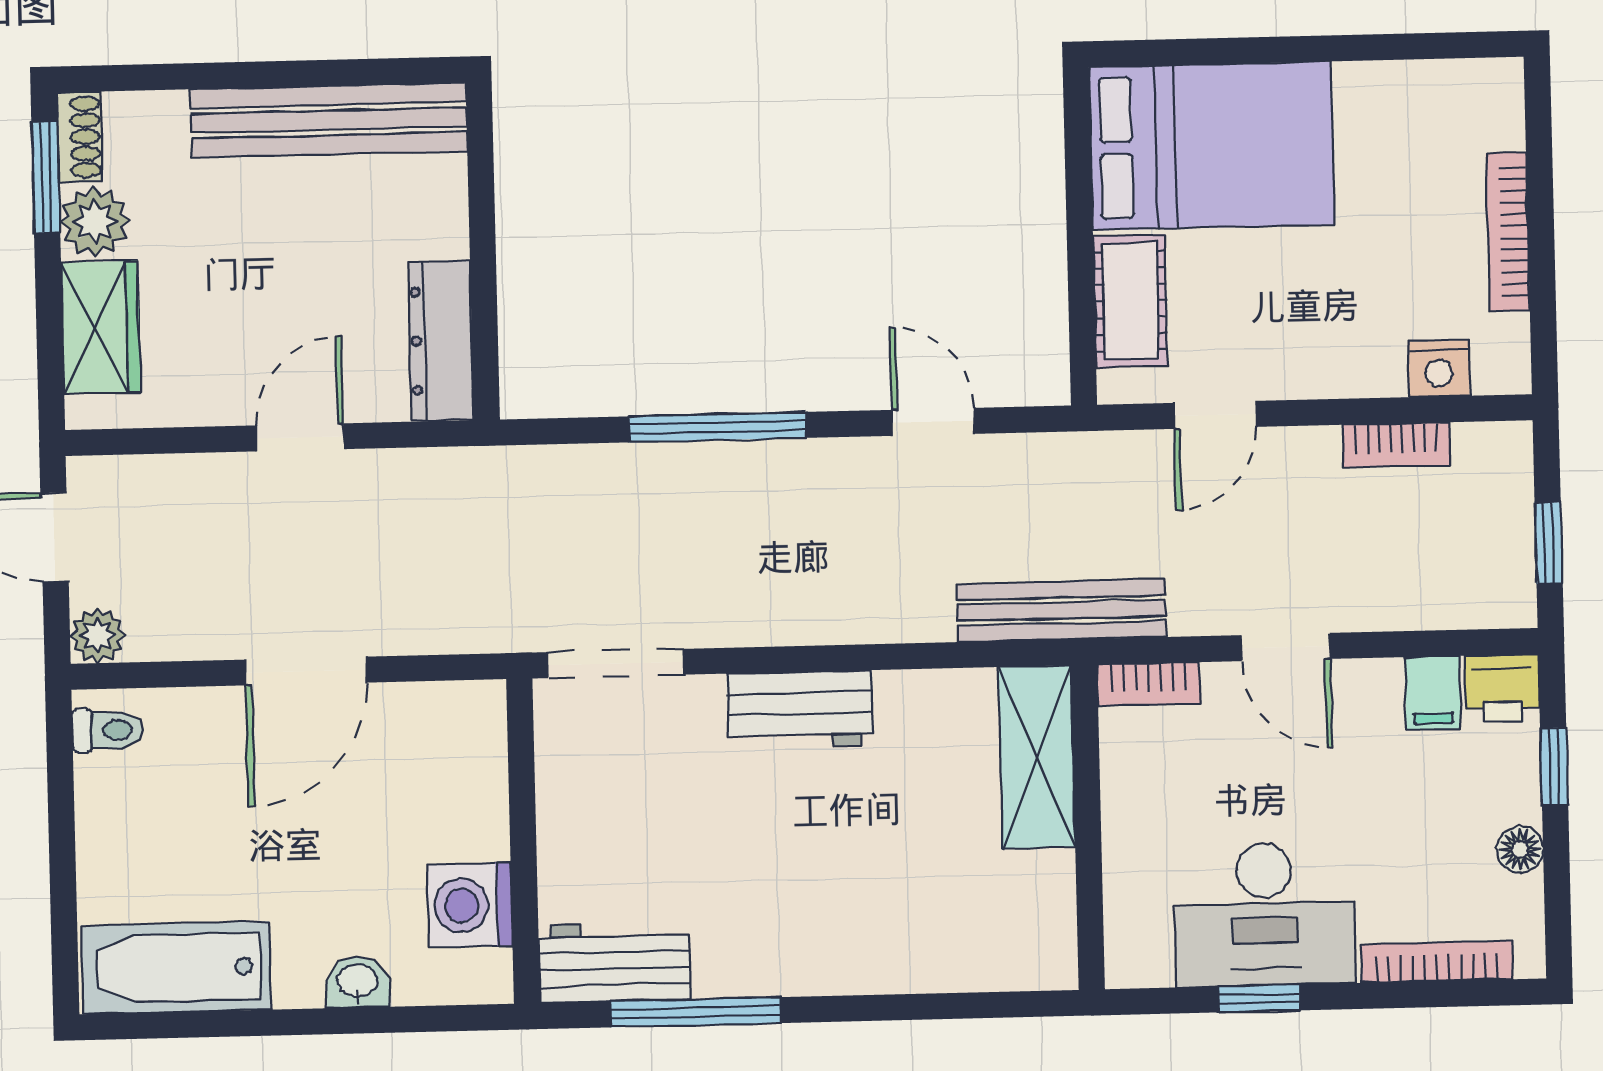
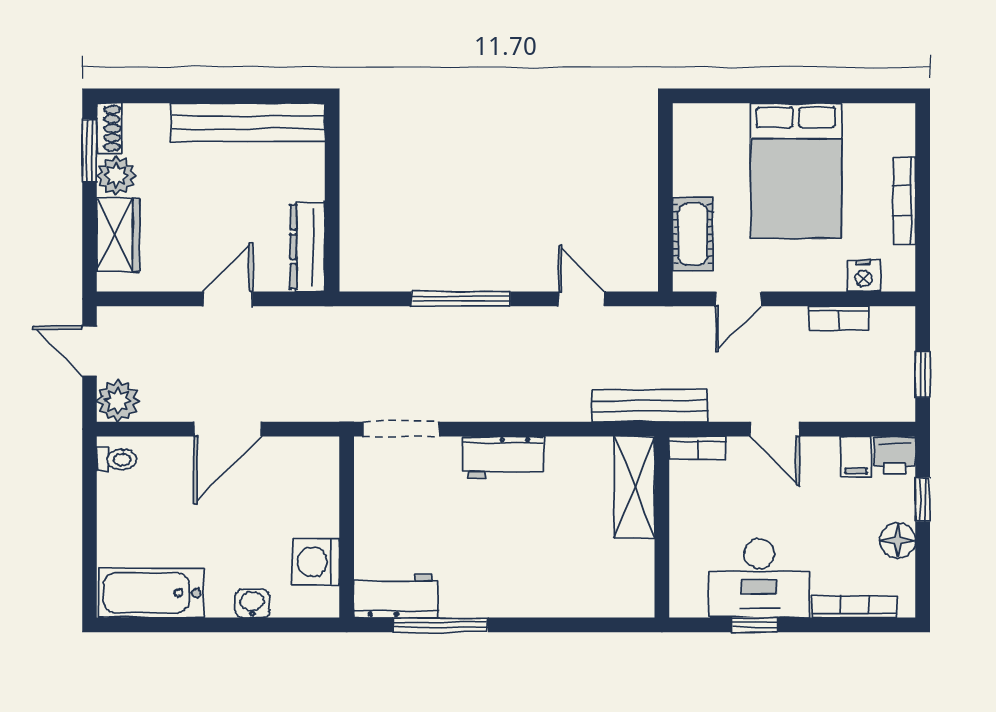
bed: (1212, 146) -> (796, 171), moved, turned 90
plant: (98, 635) -> (118, 401), width x1.38, depth x1.38
floor lamp: (1520, 849) -> (898, 540), width x1.37, depth x1.37

